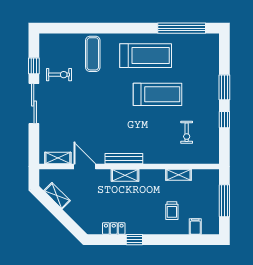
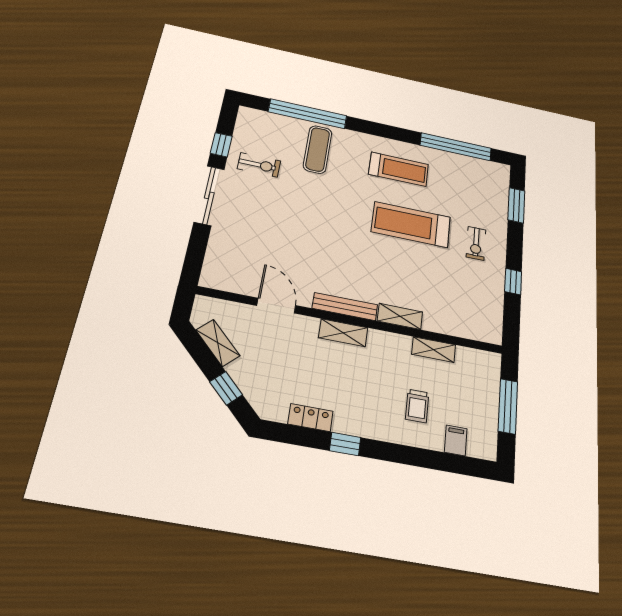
window: (83, 28) -> (308, 114), added
treadmill: (146, 56) -> (399, 169), width x0.73, depth x0.73
window: (224, 87) -> (516, 205), moved
treadmill: (157, 94) -> (411, 224), turned 180
exercise bike: (187, 132) -> (476, 243), moved
shelving: (58, 158) -> (400, 316), moved
window: (66, 221) -> (226, 388), added

